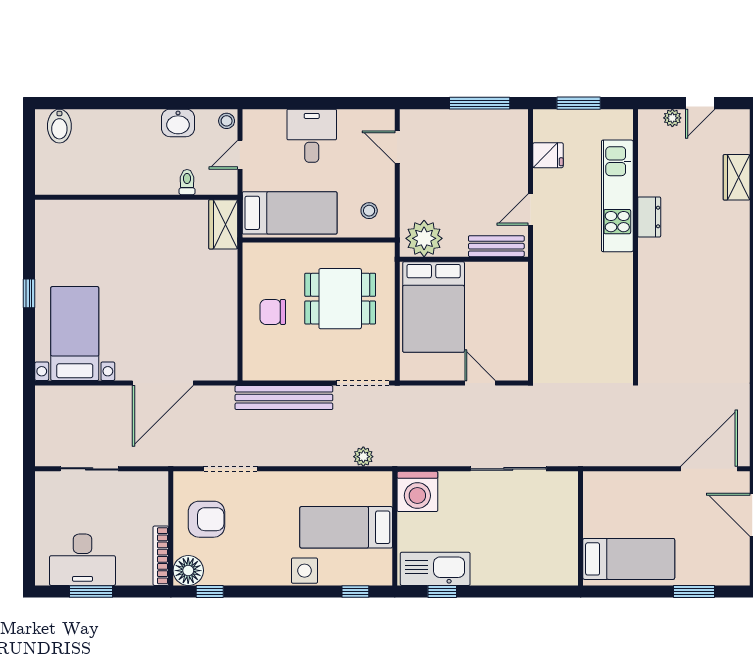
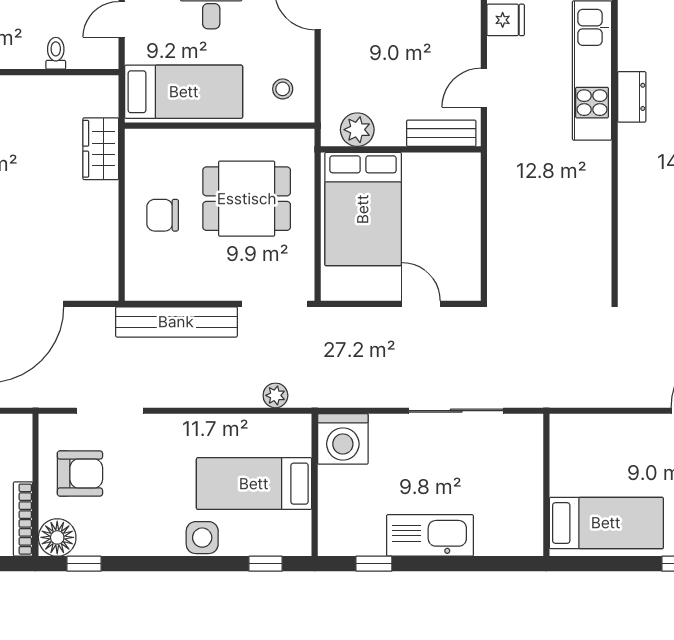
wardrobe: (223, 224) -> (101, 149), moved
plant: (424, 238) -> (357, 130), width x0.73, depth x0.73
kitchen sink: (435, 569) -> (430, 535), moved

